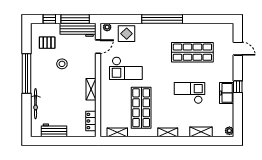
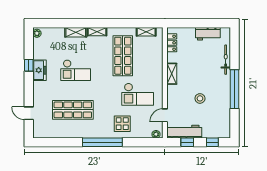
window: (75, 19) -> (187, 142), width x0.46
display table: (127, 34) -> (122, 124), moved
pallet: (47, 43) -> (214, 119), removed
checkout: (126, 68) -> (138, 94), turned 180
window: (238, 87) -> (29, 65), moved
shelving: (201, 132) -> (76, 32), moved

